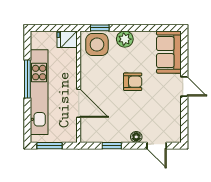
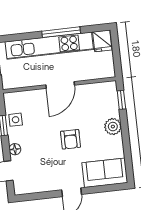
fridge: (67, 39) -> (102, 41), moved, turned 180
side table: (97, 45) -> (16, 120), moved, width x0.54, depth x0.54
door: (79, 103) -> (60, 85), moved

